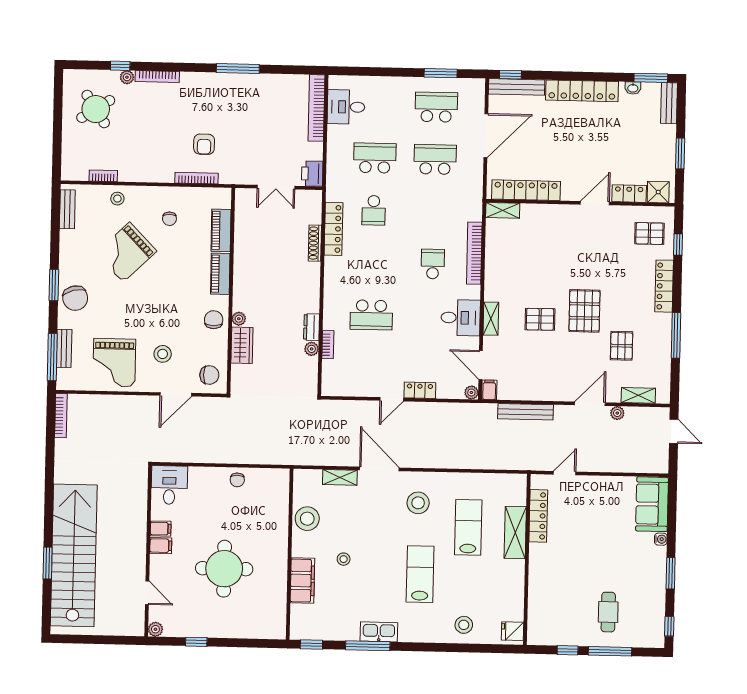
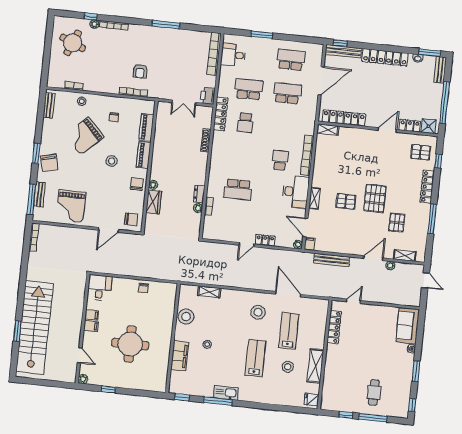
window: (441, 73) -> (262, 35), moved
round table: (96, 109) -> (73, 43), turned -34
window: (680, 153) -> (445, 103), width x2.11
locker: (334, 229) -> (221, 114), moved
desk: (461, 318) -> (296, 192), width x1.37
stool: (163, 354) -> (112, 161), moved
door: (379, 469) -> (288, 294), moved
shelving: (515, 533) -> (315, 366), moved
stool: (464, 625) -> (288, 367), moved

